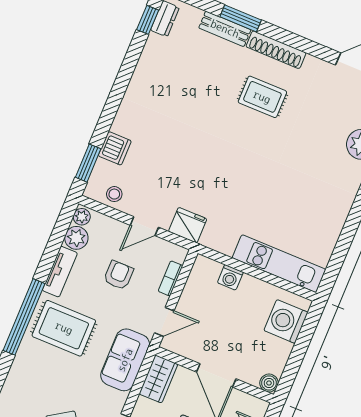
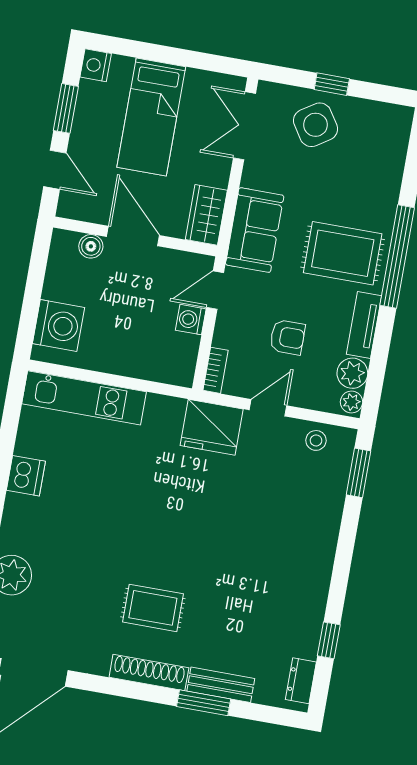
window: (148, 20) -> (329, 640), moved
dishwasher: (115, 148) -> (26, 476), moved, turned 180
fridge: (188, 225) -> (212, 427), width x1.36, depth x1.34
armchair: (118, 275) -> (287, 337), turned -90
washing machine: (230, 277) -> (191, 320), moved, turned -90
bookcase: (170, 278) -> (216, 370), moved
boiler: (269, 383) -> (91, 246), moved

